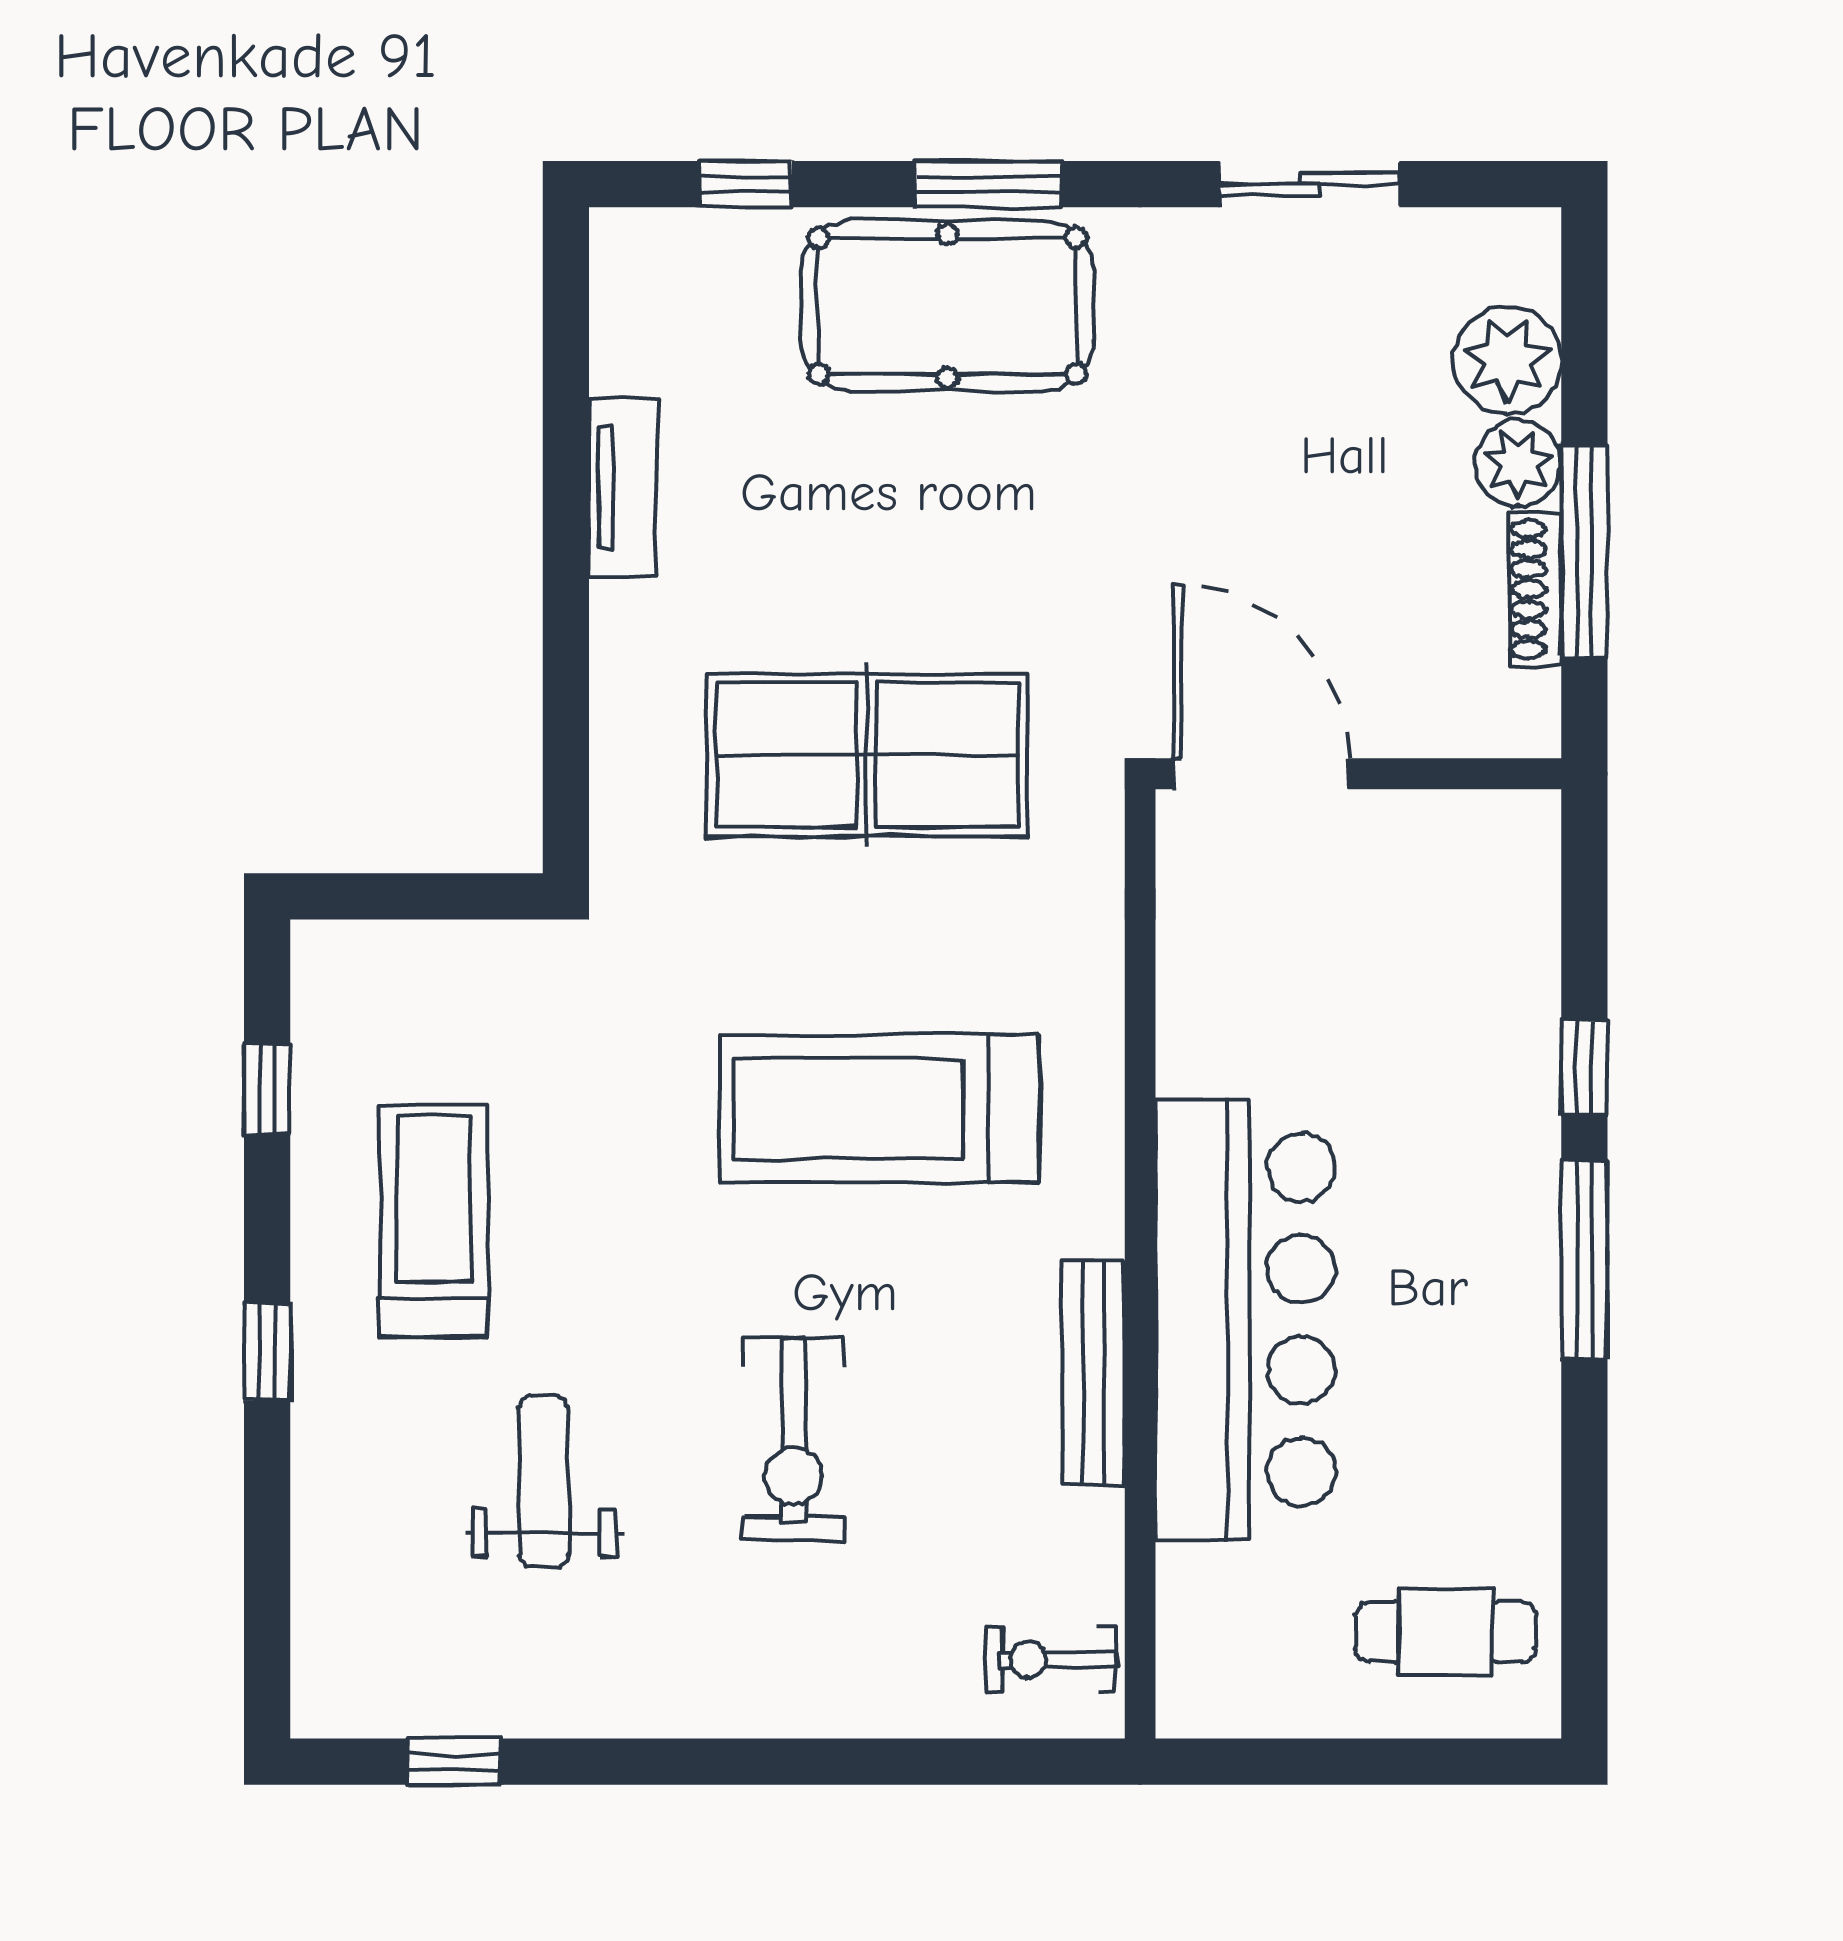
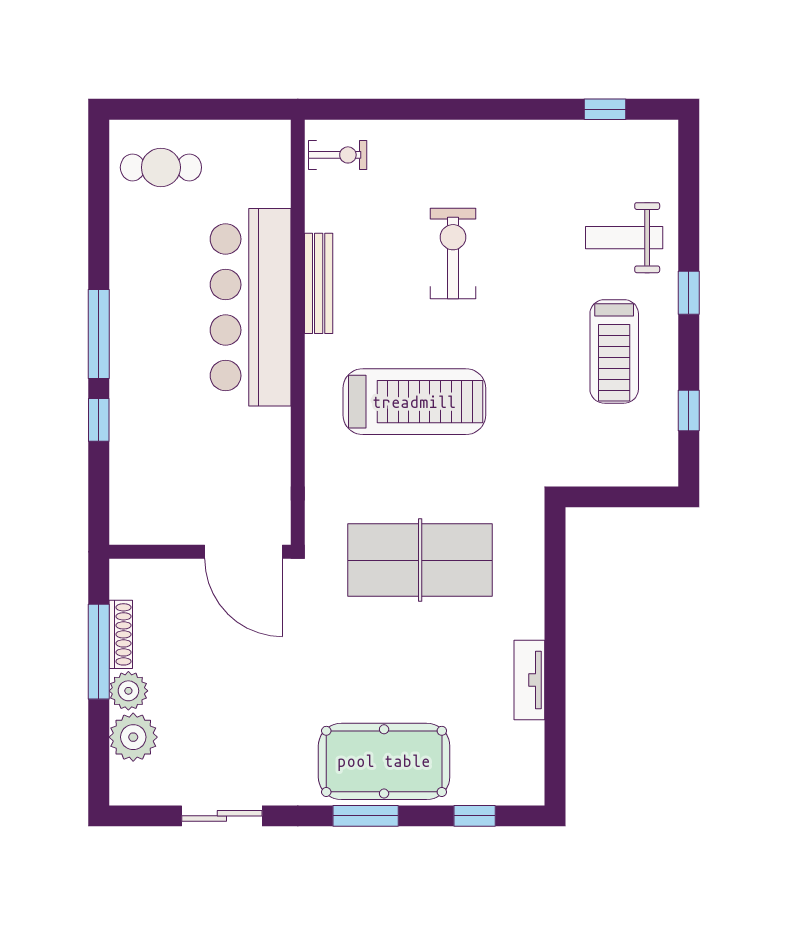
weight bench: (544, 1481) -> (624, 238), moved, turned 90

